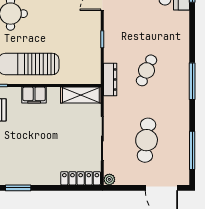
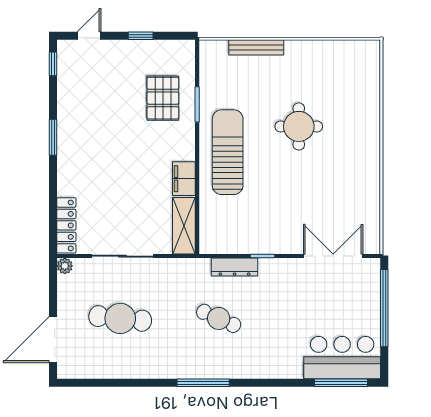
dresser: (110, 79) -> (235, 267), moved
filing cabinet: (34, 95) -> (184, 179), moved
window: (192, 150) -> (106, 383), removed

